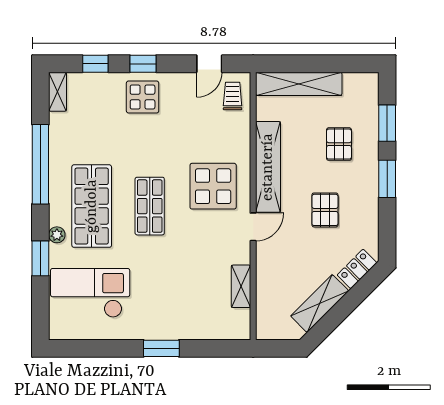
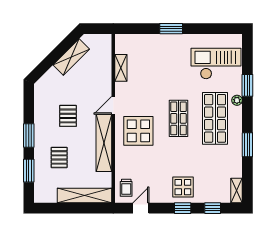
window: (40, 164) -> (247, 145), width x0.47
locker: (357, 269) -> (48, 79), removed
checkout: (90, 293) -> (216, 64), turned 180

